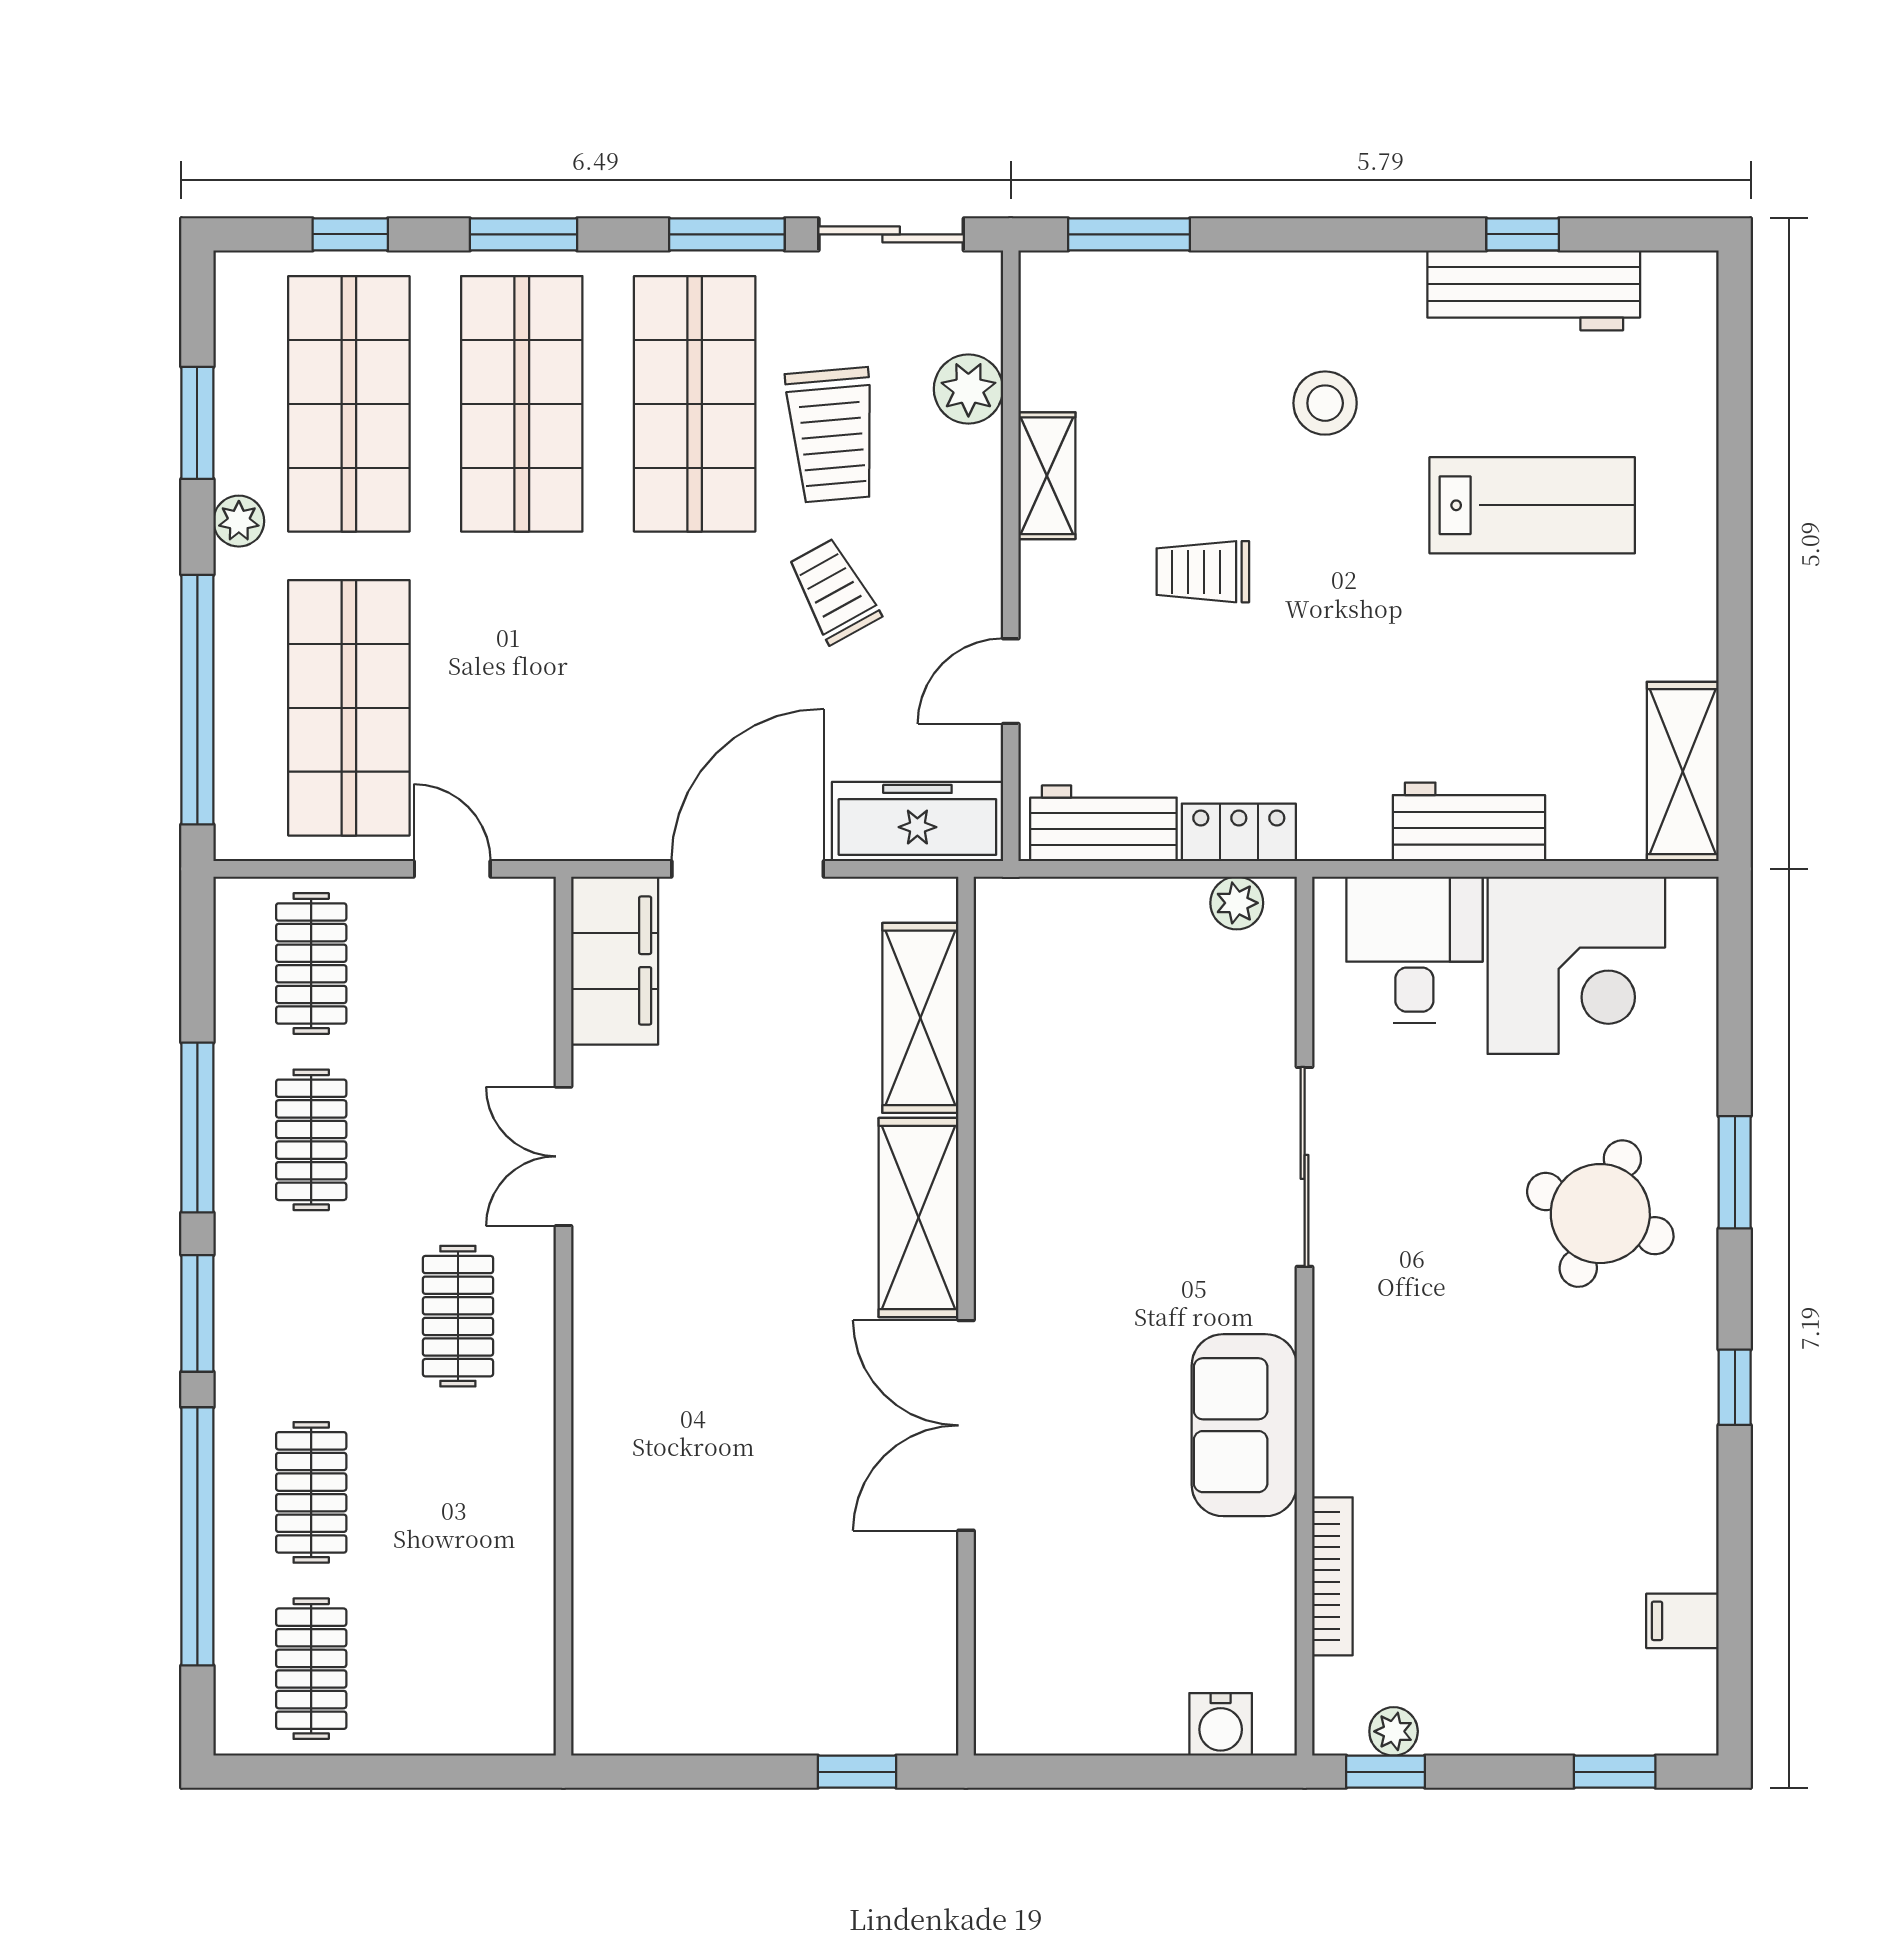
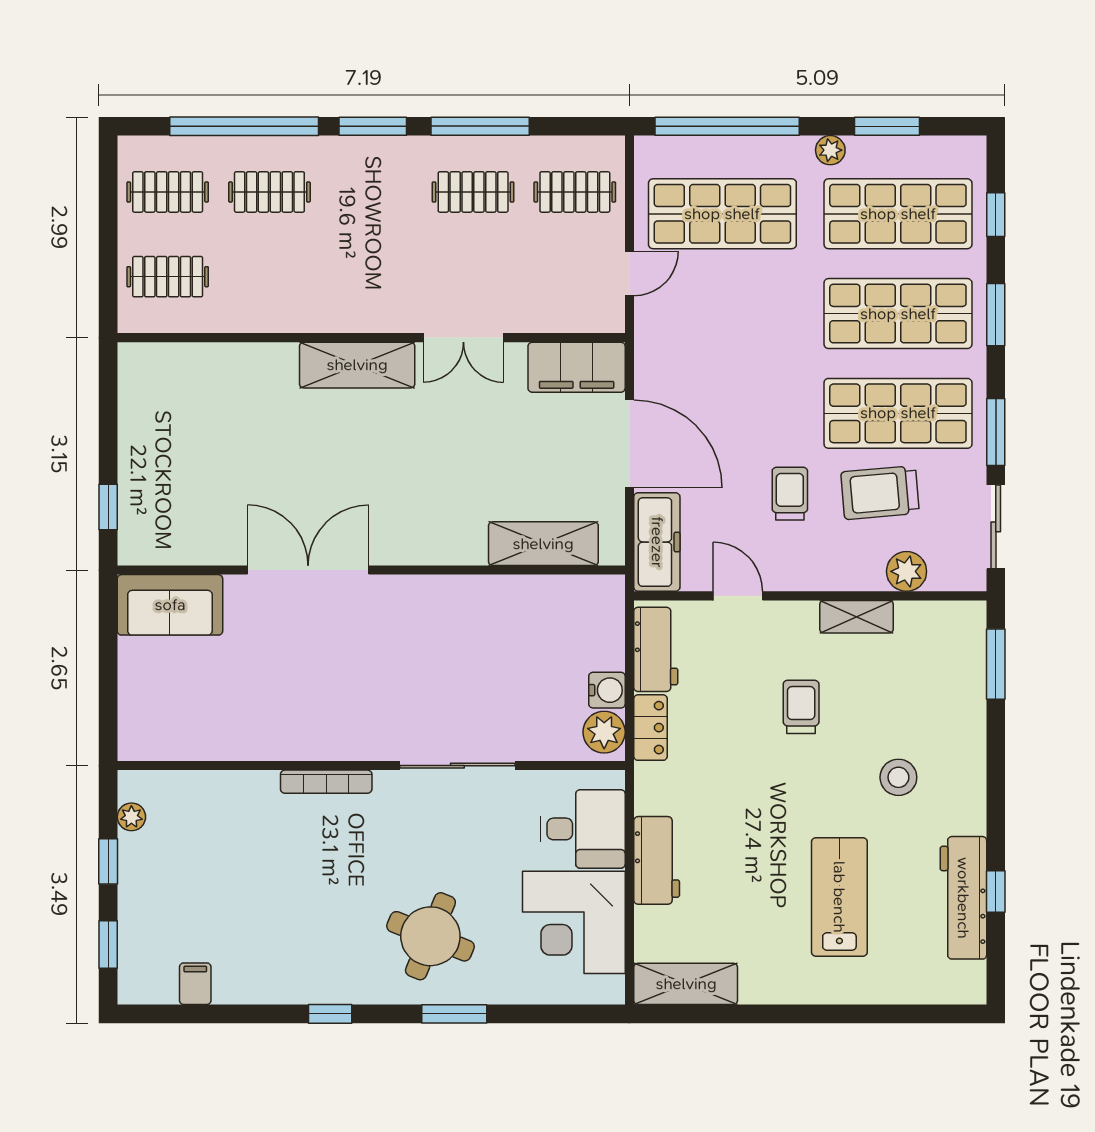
lab bench: (1532, 505) -> (839, 897), turned 180
trolley: (834, 591) -> (790, 494), turned -61
plant: (1237, 903) -> (604, 732), width x1.38, depth x1.38
double door: (563, 1156) -> (463, 338), swing flipped
shelving: (918, 1218) -> (357, 365), moved
clothes rail: (458, 1316) -> (168, 277), moved
sofa: (1244, 1425) -> (170, 605), moved, turned 180
bookcase: (1332, 1576) -> (326, 782), moved
water cooler: (1221, 1724) -> (607, 690), moved, turned 180
window: (1386, 1772) -> (108, 861), moved

